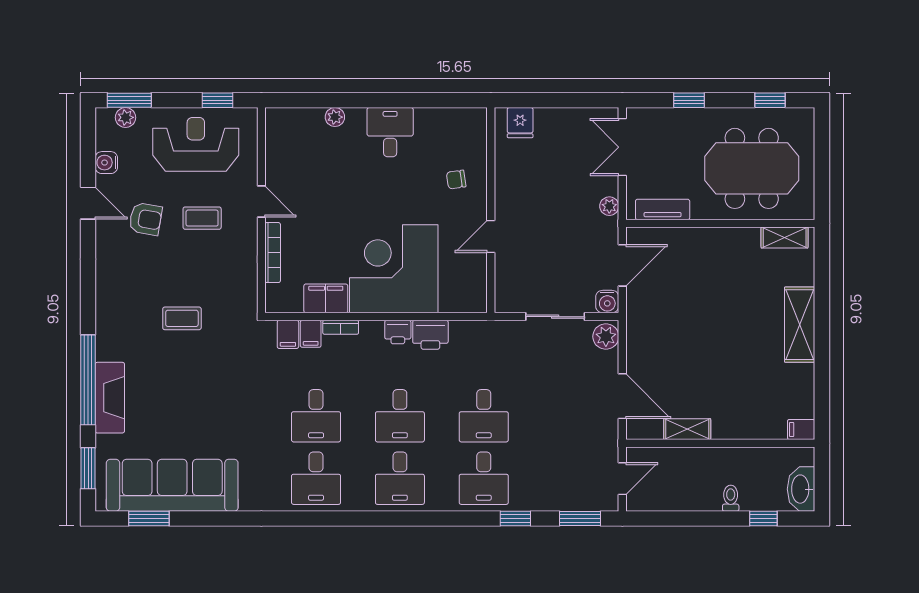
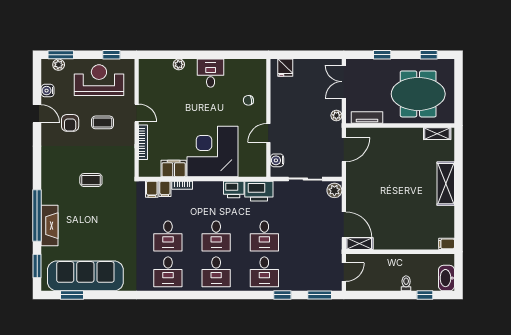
armchair: (146, 219) -> (70, 123), turned 80
water cooler: (607, 302) -> (277, 160), moved, turned 90
printer: (398, 332) -> (259, 191), moved, width x1.87, depth x1.48
shelving: (687, 429) -> (359, 244), moved

